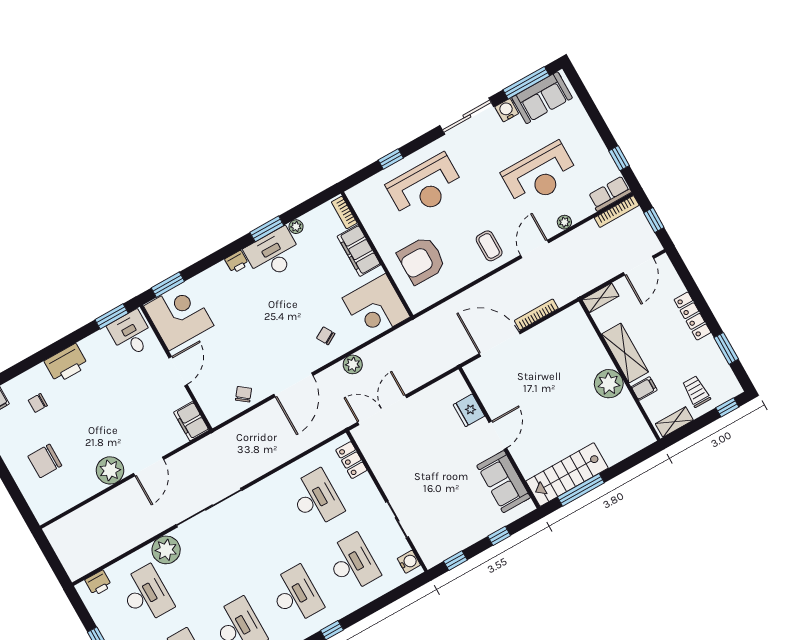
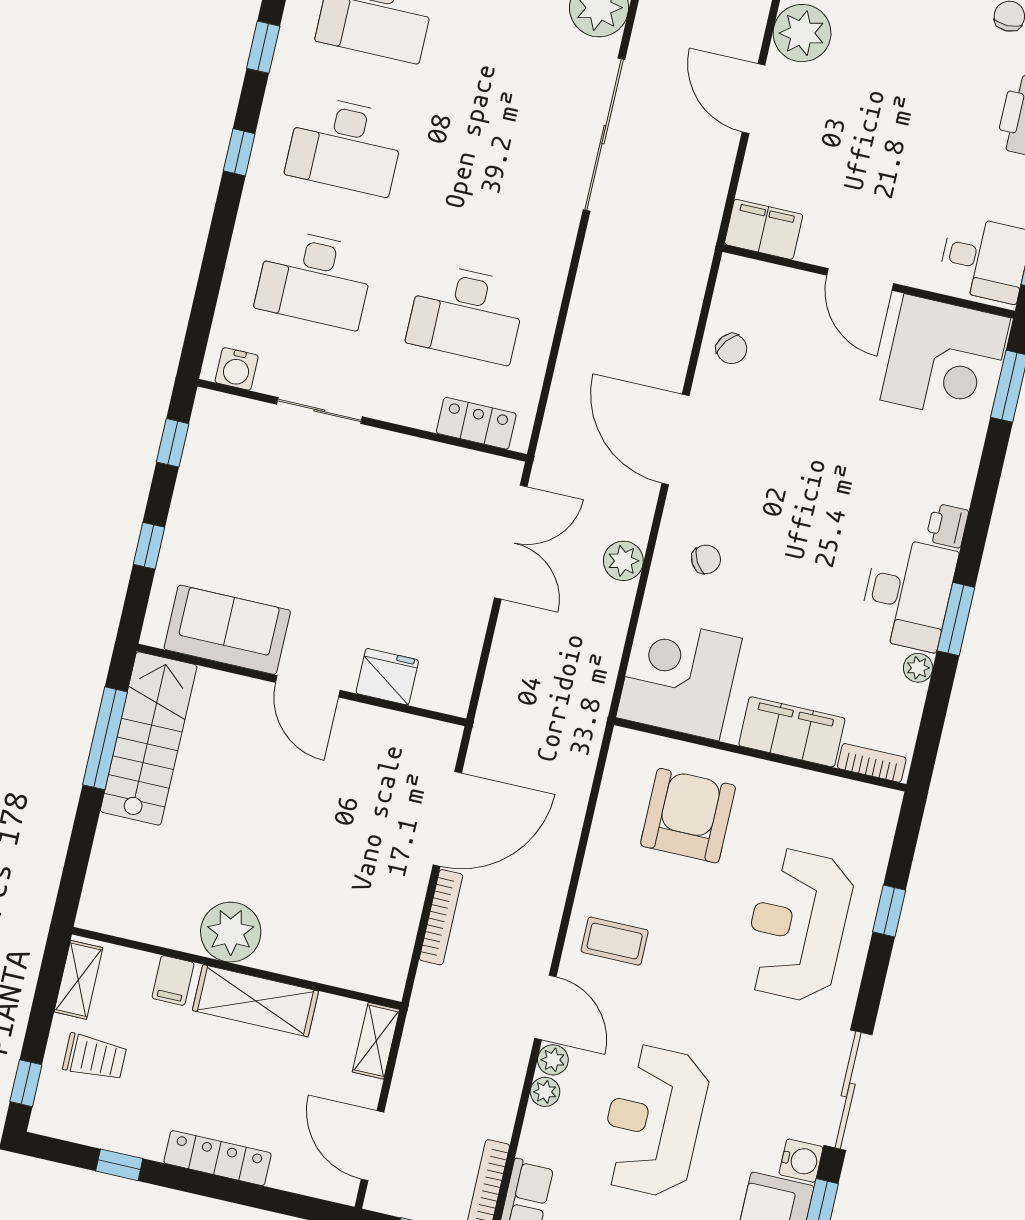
plant: (551, 230) -> (553, 1060), added
window: (726, 348) -> (119, 1165), width x0.67

